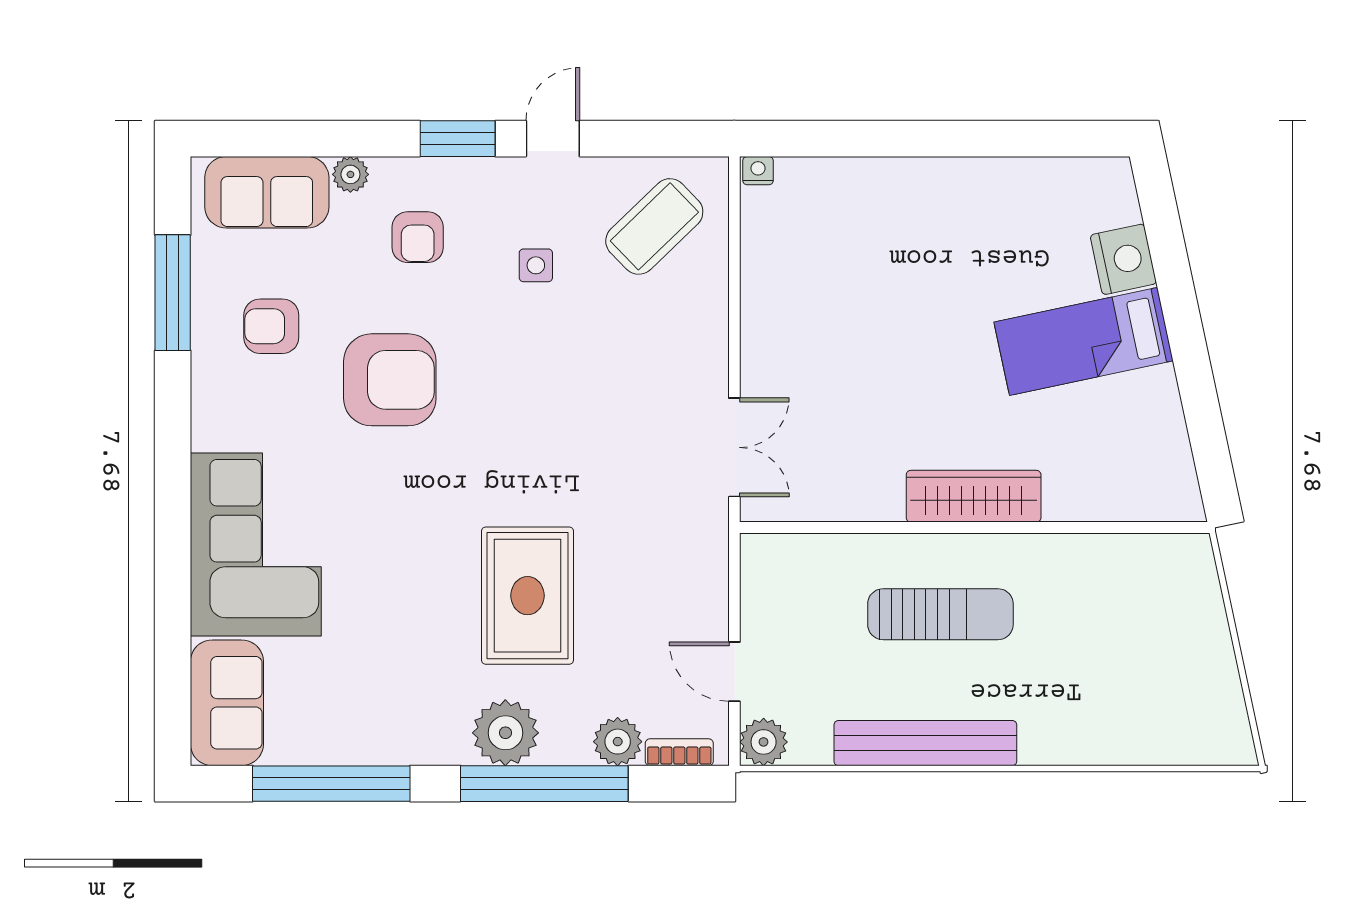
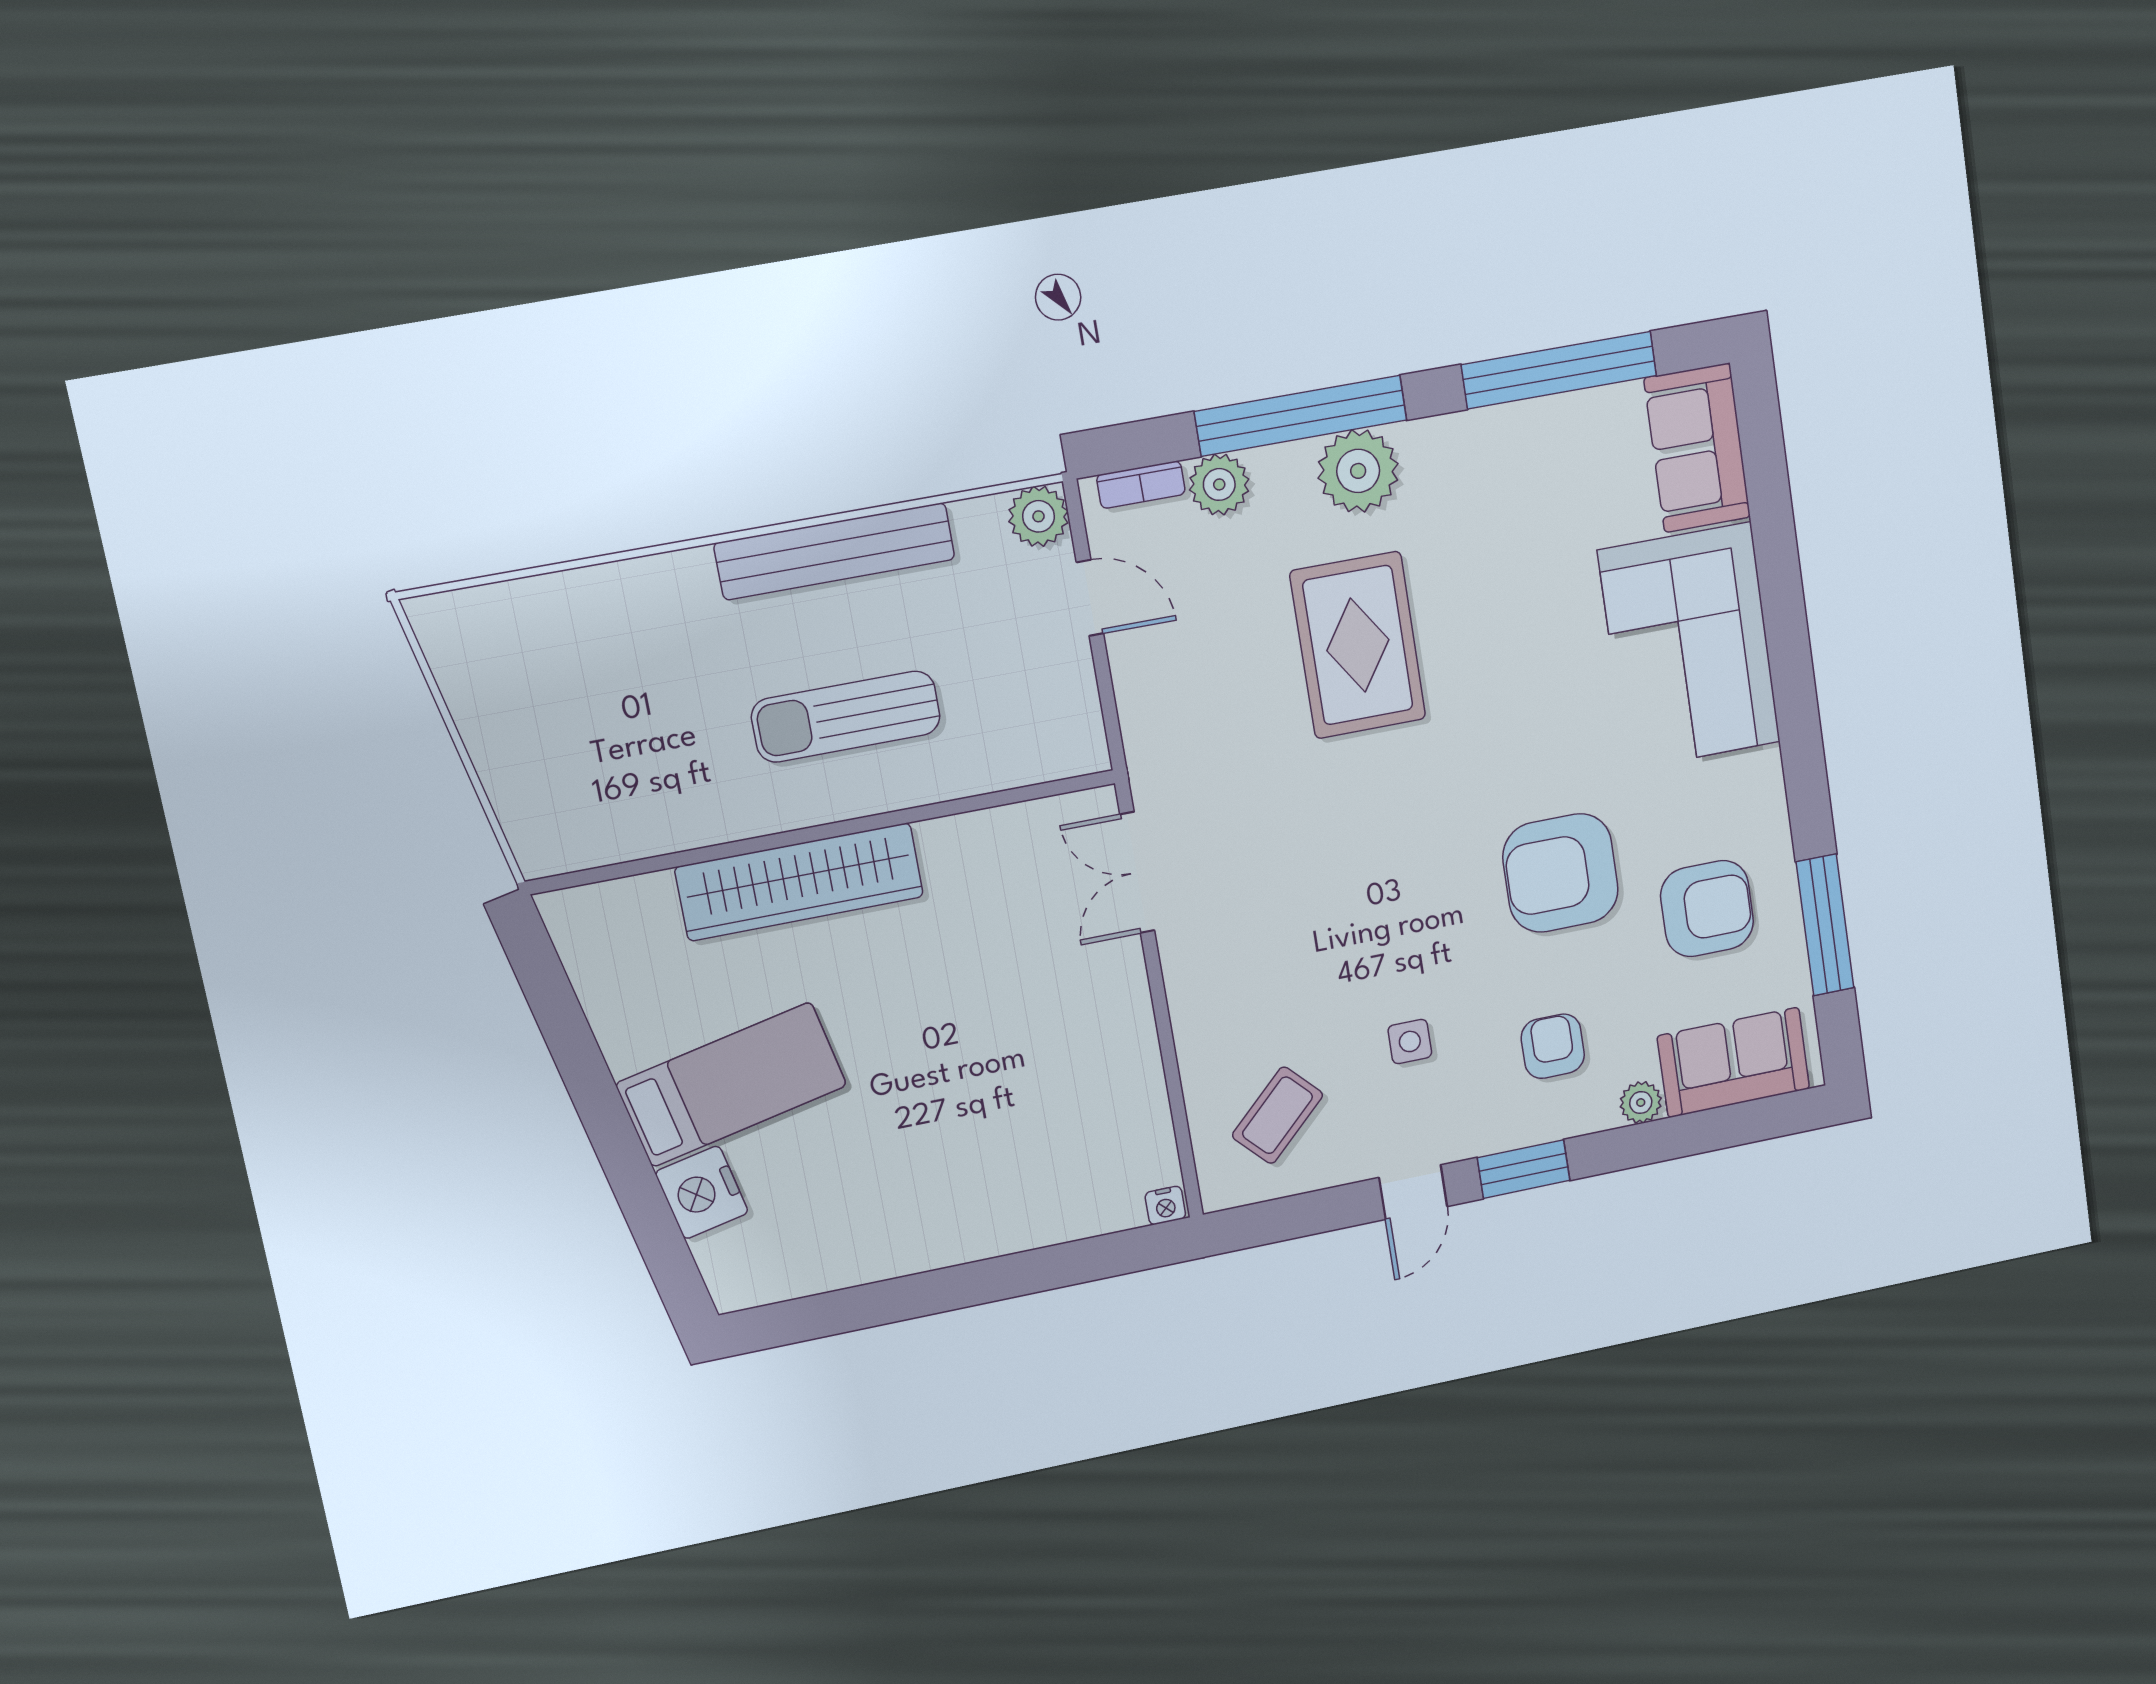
coffee table: (654, 226) -> (1277, 1115), width x0.73, depth x0.77
armchair: (271, 326) -> (1707, 909), width x1.38, depth x1.38
wardrobe: (974, 496) -> (799, 882), width x1.40, depth x1.17

